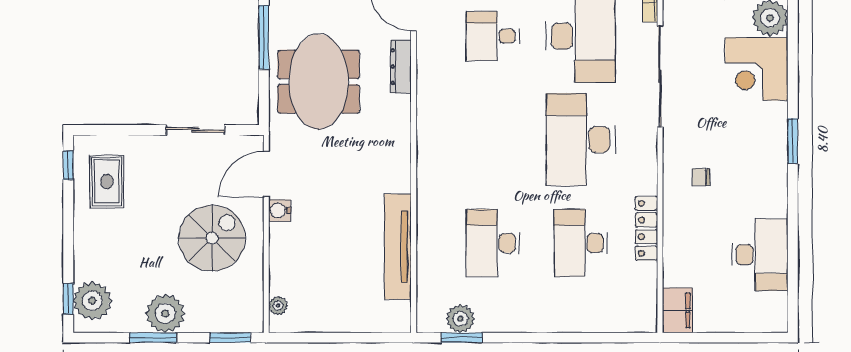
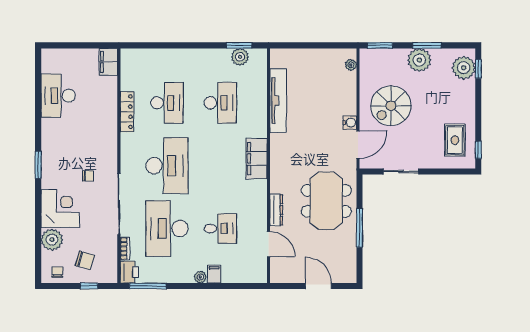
filing cabinet: (433, 151) -> (256, 159), added
chair: (701, 177) -> (88, 176), moved

